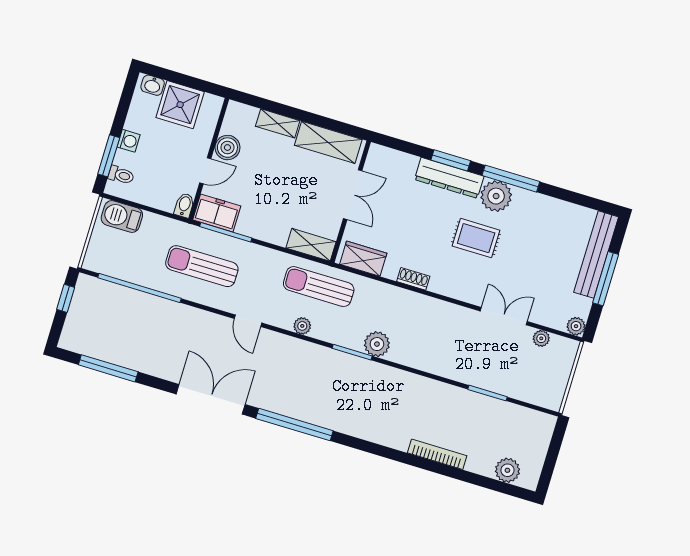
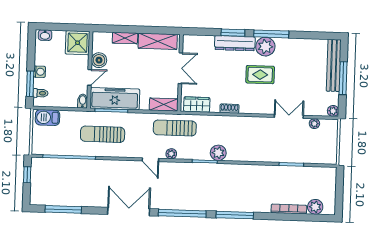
shower: (180, 105) -> (78, 43), moved
freezer: (217, 213) -> (115, 99), width x1.91, depth x1.26
door: (248, 321) -> (150, 160), moved
window: (377, 449) -> (235, 215), added
bookcase: (437, 454) -> (289, 209), moved

